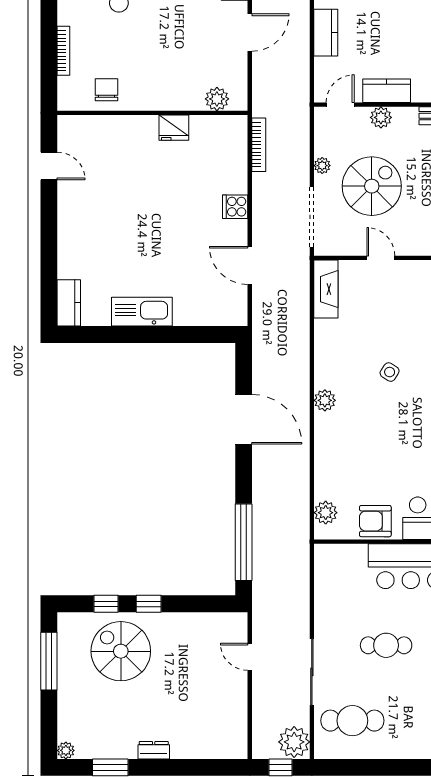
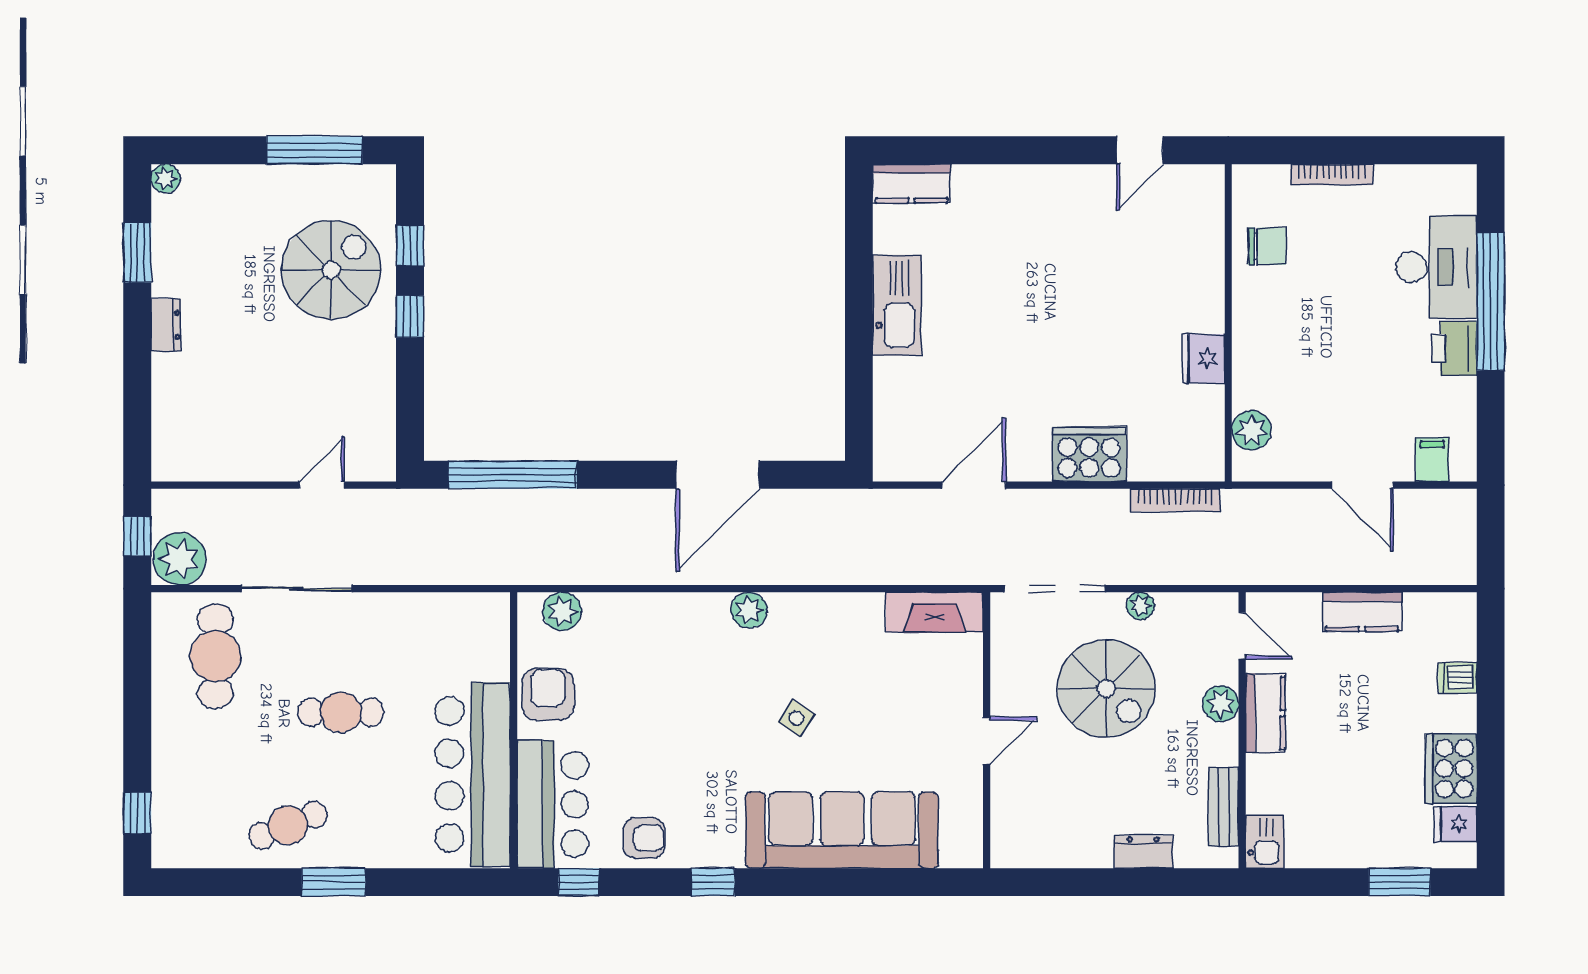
cooker: (235, 207) -> (1089, 454), width x1.87, depth x1.31
door: (381, 258) -> (987, 741), moved
cafe table: (386, 645) -> (341, 712), turned 90

